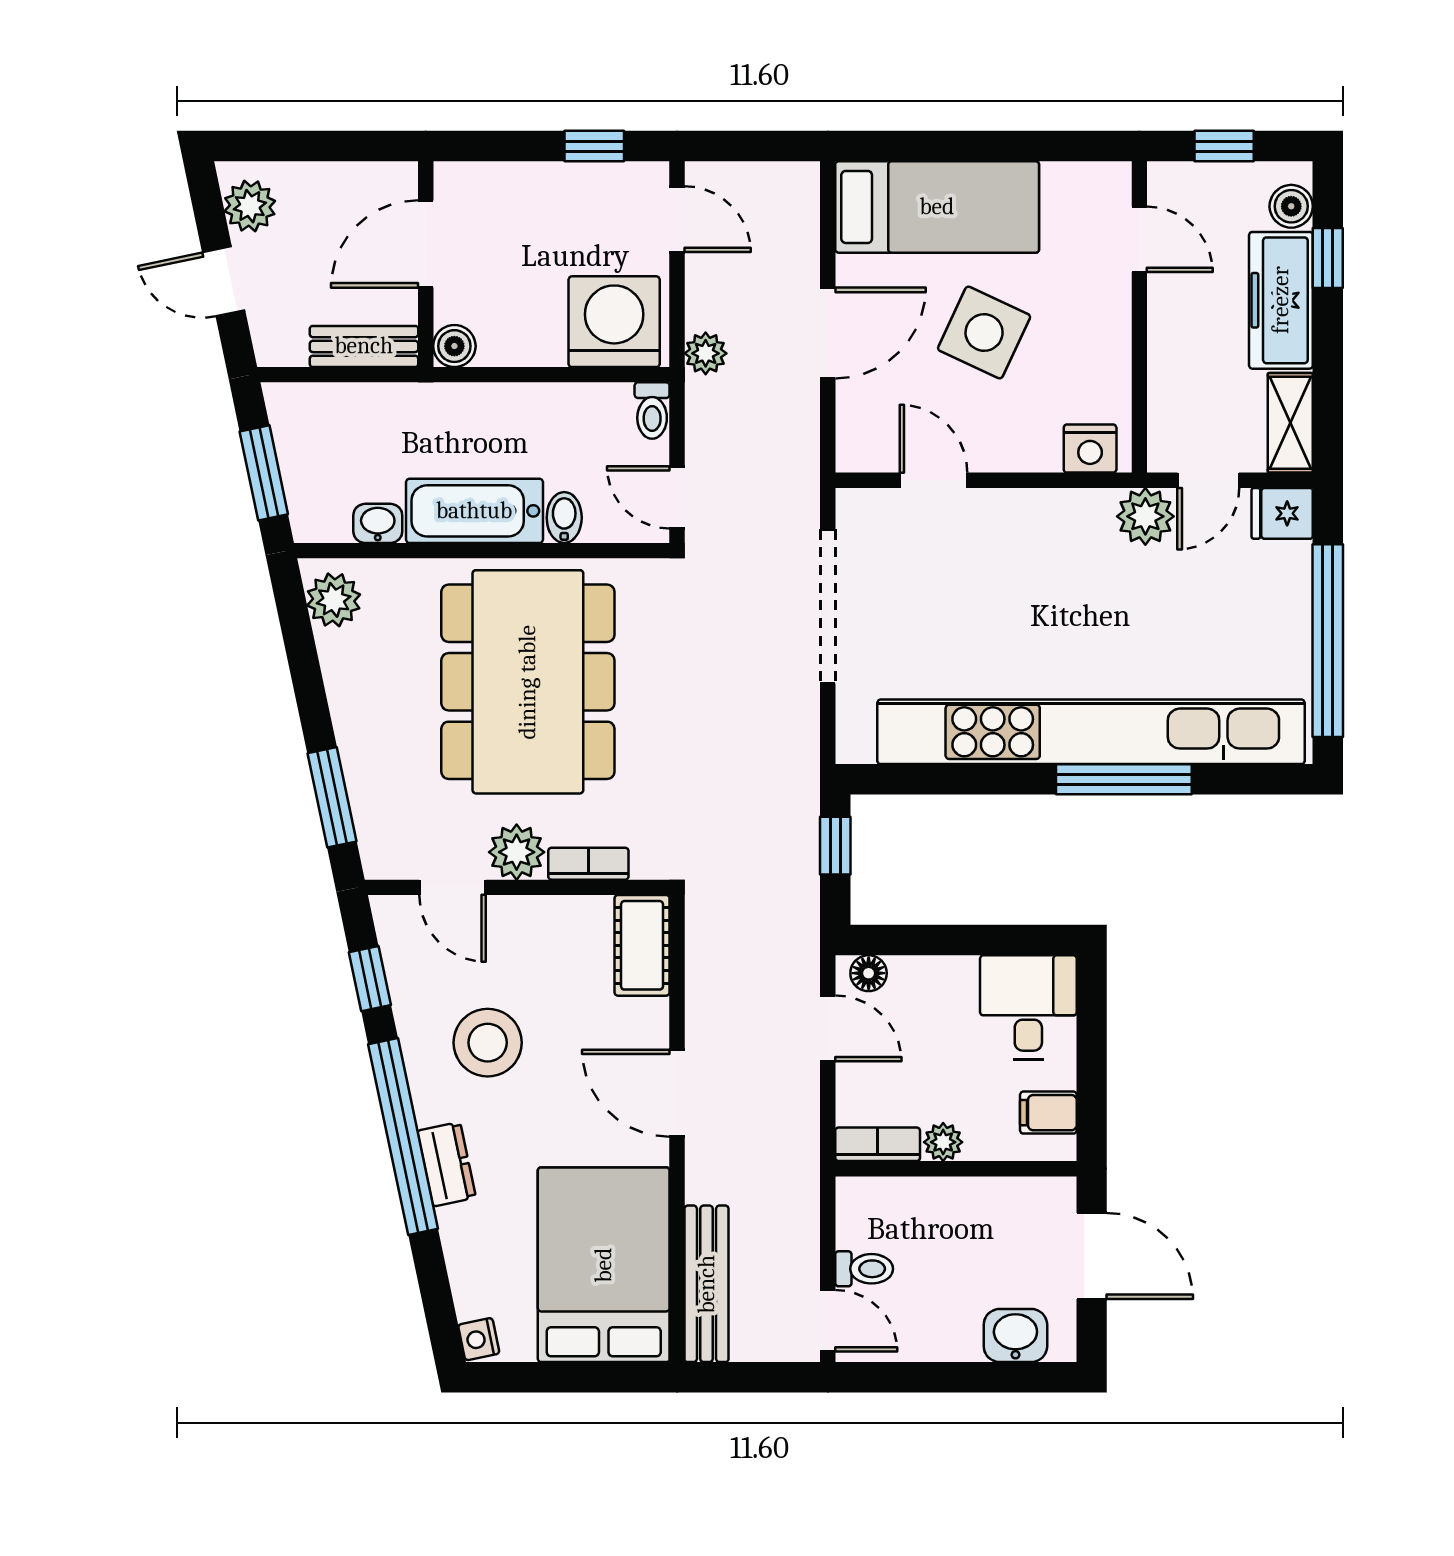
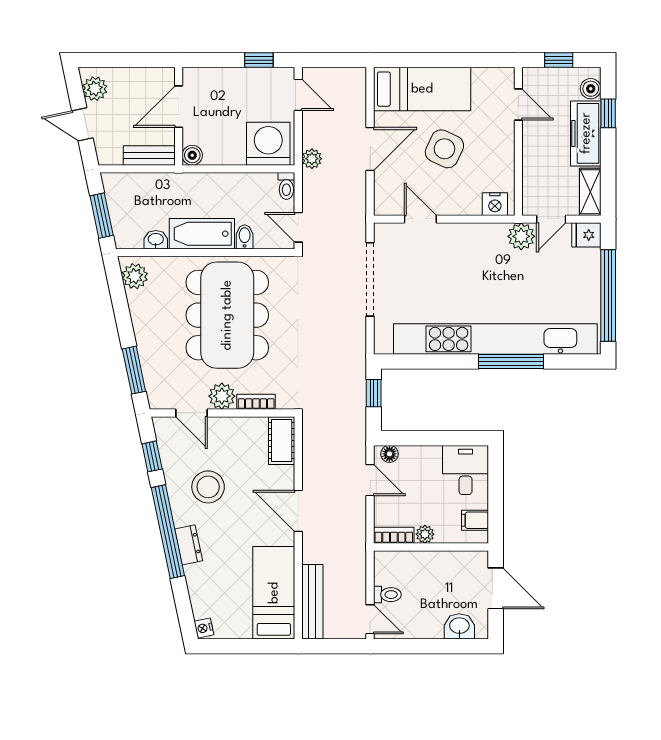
bed: (604, 1265) -> (274, 593), width x0.67

